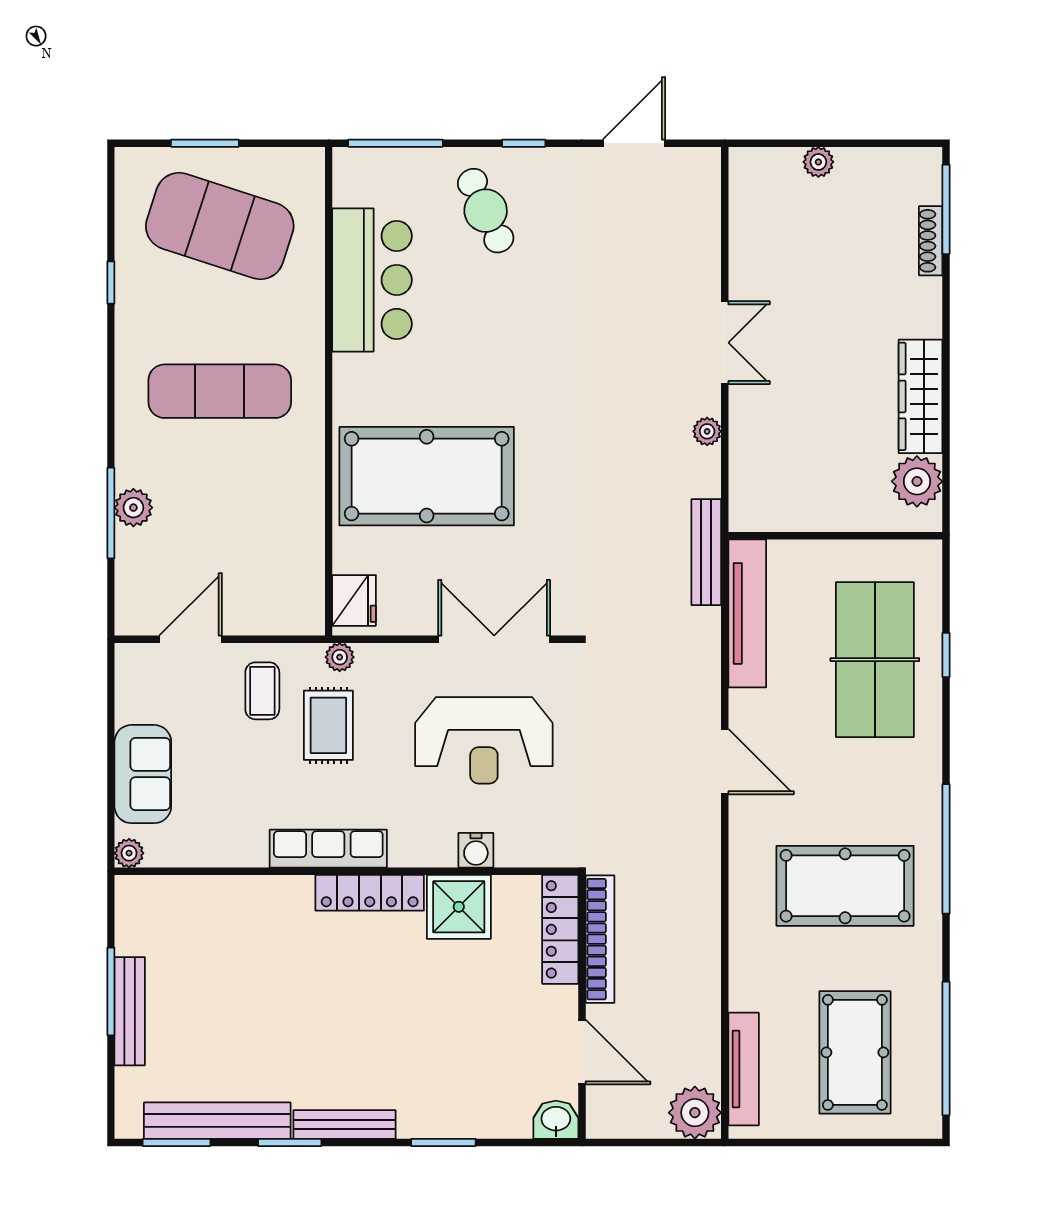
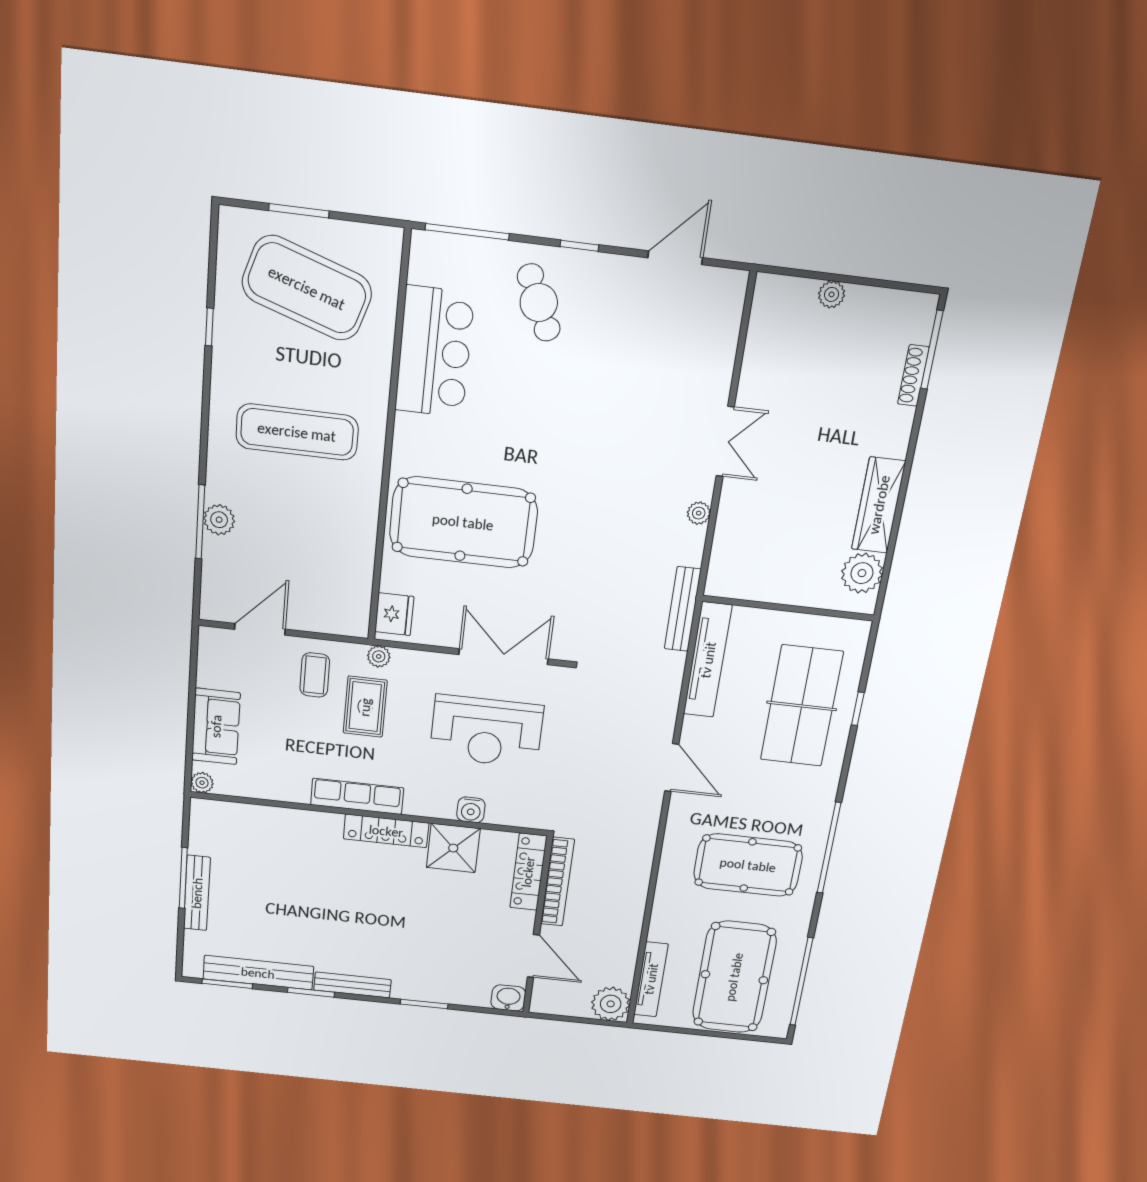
pool table: (855, 1052) -> (734, 977), width x1.36, depth x1.32

